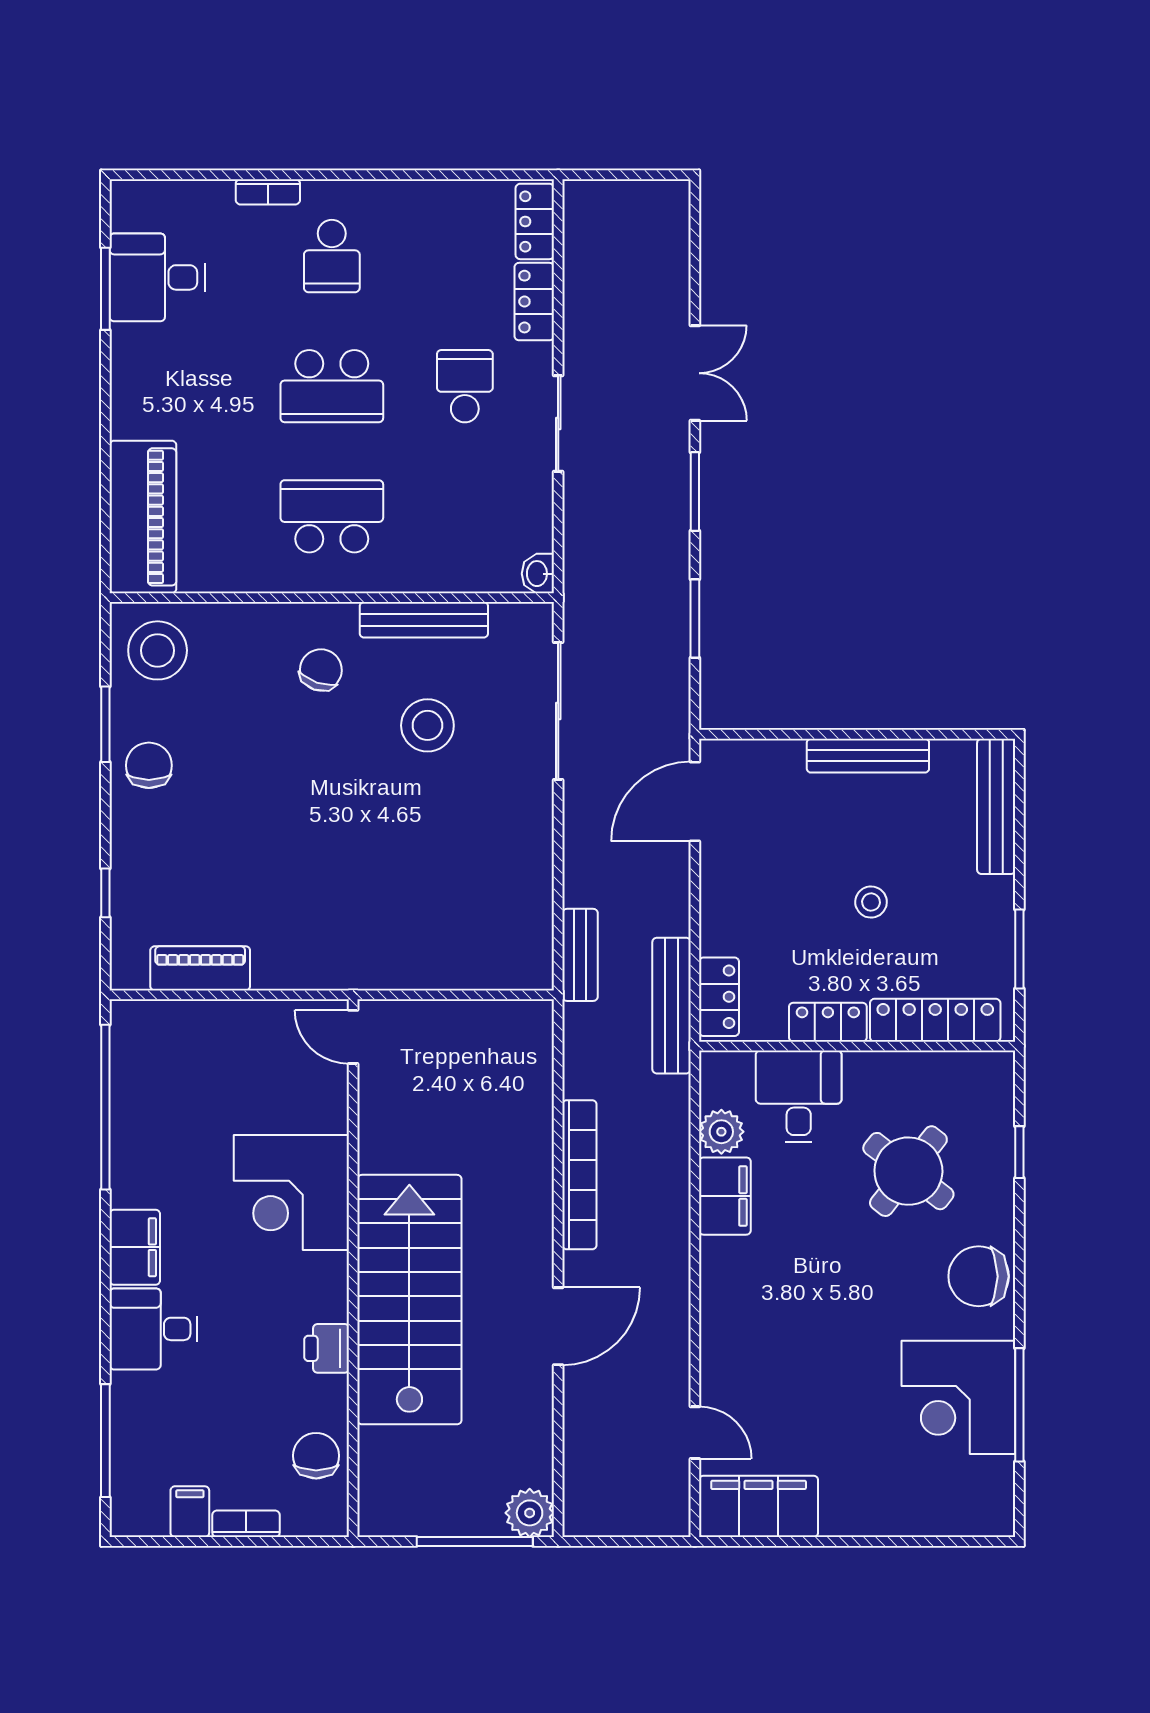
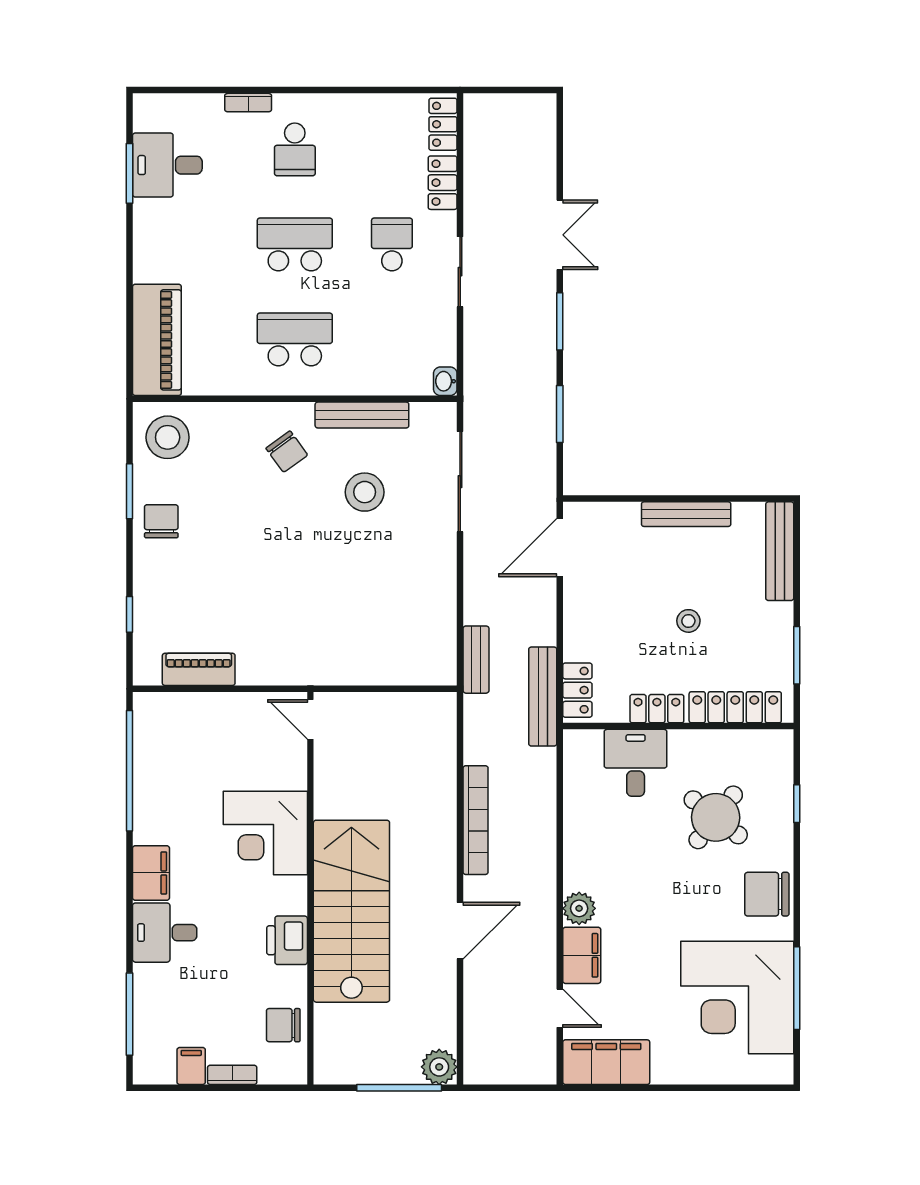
school desk: (332, 386) -> (295, 244), turned 180
chair: (321, 670) -> (287, 452), turned 125
plant: (721, 1132) -> (579, 908), moved
filing cabinet: (725, 1196) -> (582, 955), moved
printer: (327, 1348) -> (287, 940), width x1.36, depth x1.24
corner desk: (958, 1397) -> (737, 998), width x1.36, depth x1.36
chair: (316, 1456) -> (283, 1025), turned -90

